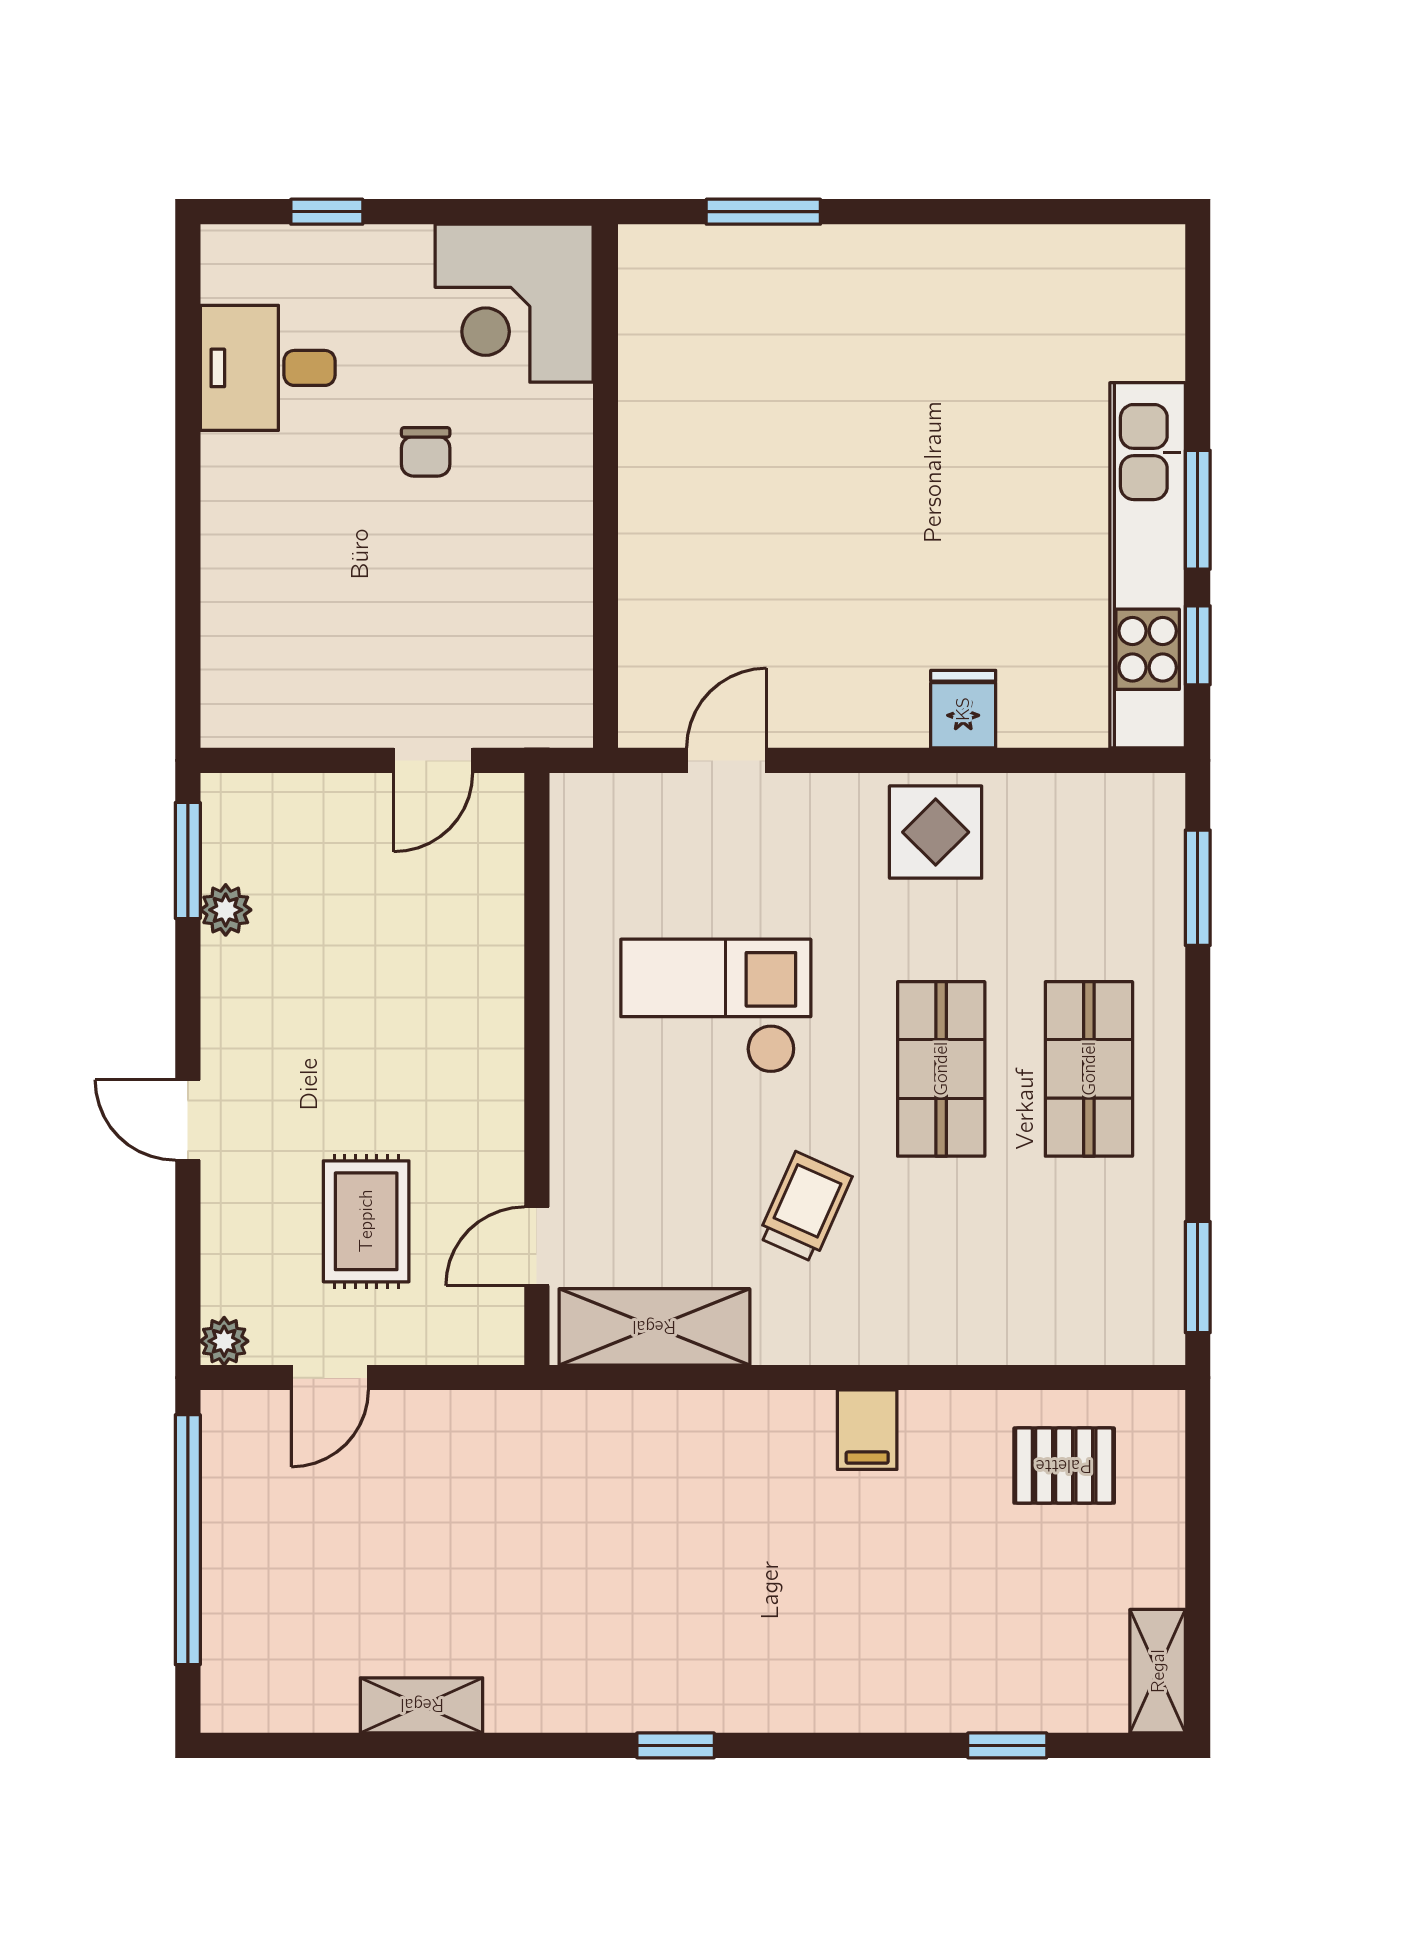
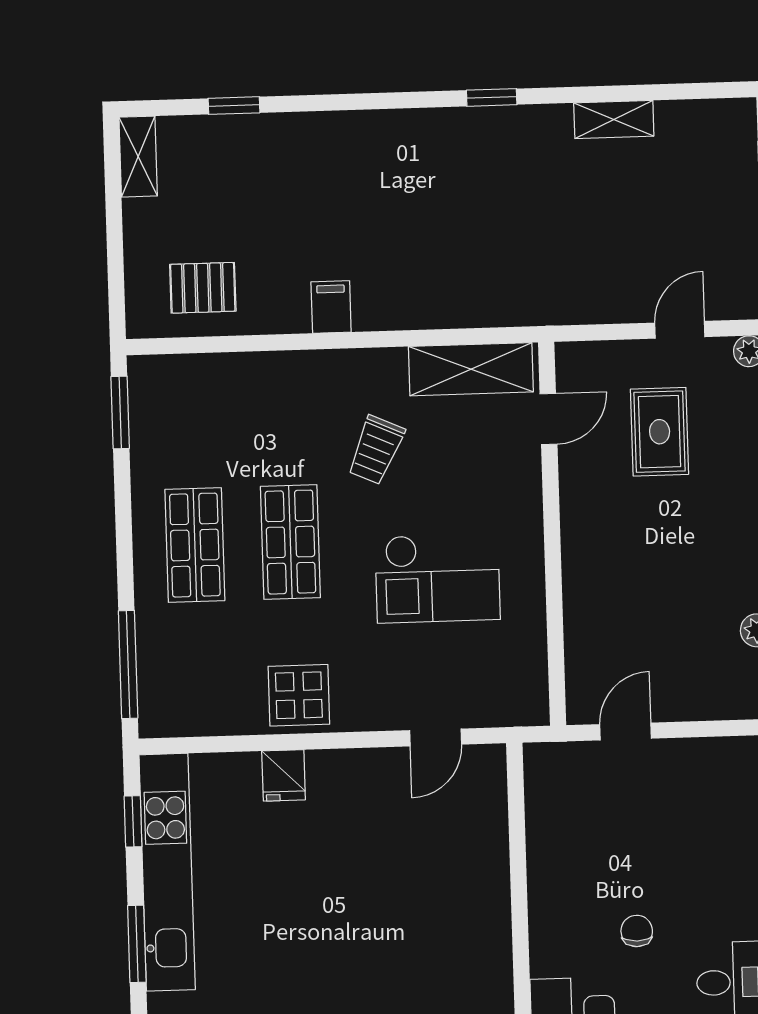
window: (1198, 510) -> (137, 944), moved
window: (1198, 888) -> (128, 665), width x1.44
window: (676, 1745) -> (492, 97), moved

